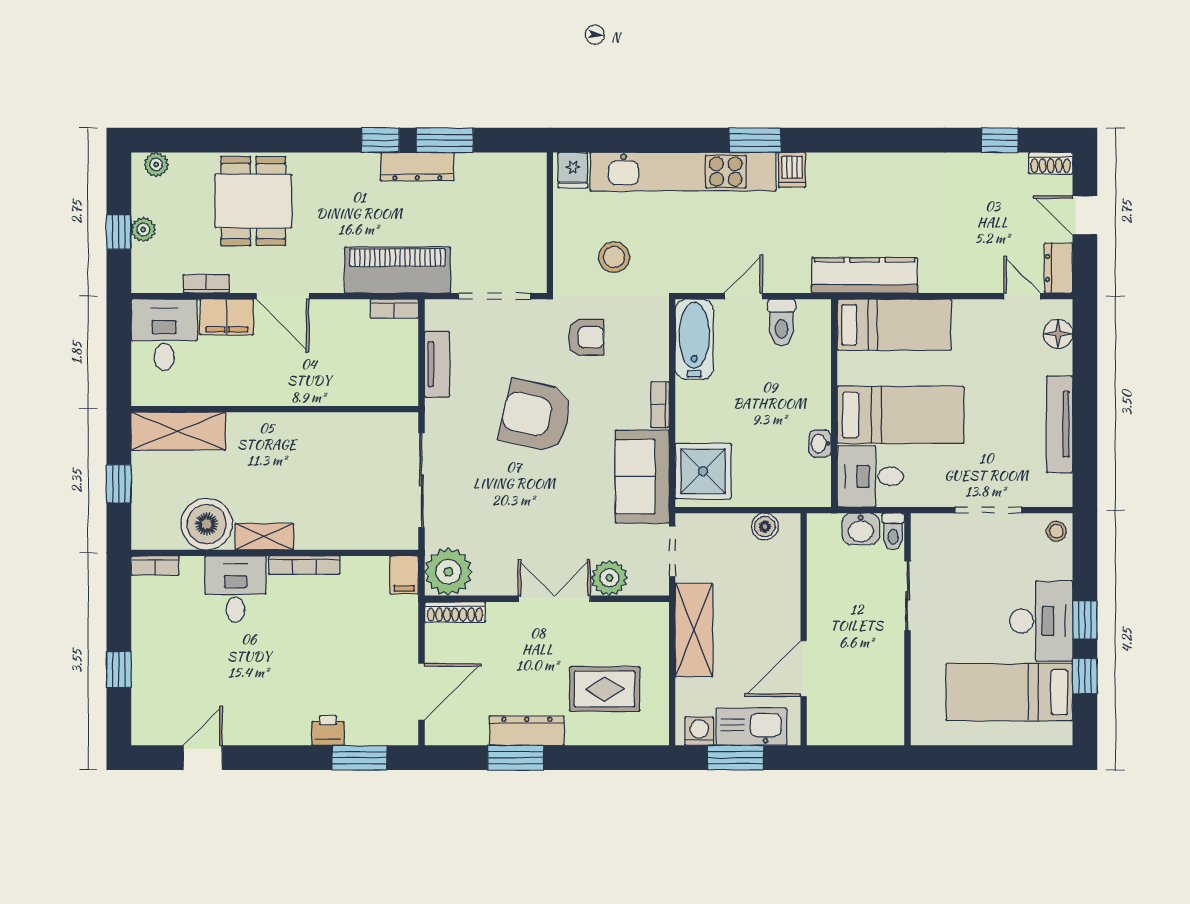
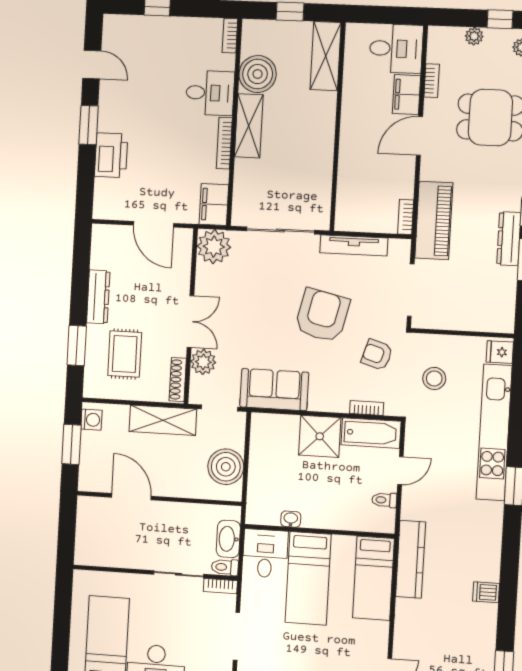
dishwasher: (792, 170) -> (486, 592), moved
window: (119, 232) -> (500, 19), moved
door: (743, 296) -> (400, 471), hinge flipped
toilet: (782, 322) -> (384, 500), width x0.73, depth x0.72
armchair: (586, 337) -> (377, 355), turned 107
tv unit: (437, 364) -> (354, 245), width x1.41
bookcase: (660, 405) -> (367, 408), moved
shower: (703, 471) -> (320, 436), moved
boiler: (765, 527) -> (226, 467), width x1.86, depth x1.86
washbasin: (861, 529) -> (228, 539), width x1.38
shelving: (264, 537) -> (249, 126), width x1.50, depth x1.33
bookcase: (920, 537) -> (220, 586), added
filing cabinet: (404, 575) -> (214, 204), width x2.00
shoe rack: (455, 612) -> (178, 380), moved
door: (421, 692) -> (153, 224), moved
kitchen sink: (751, 727) -> (92, 457), removed
printer: (328, 731) -> (111, 155), width x1.87, depth x1.48
window: (359, 758) -> (89, 125), moved
window: (516, 758) -> (77, 346), moved

